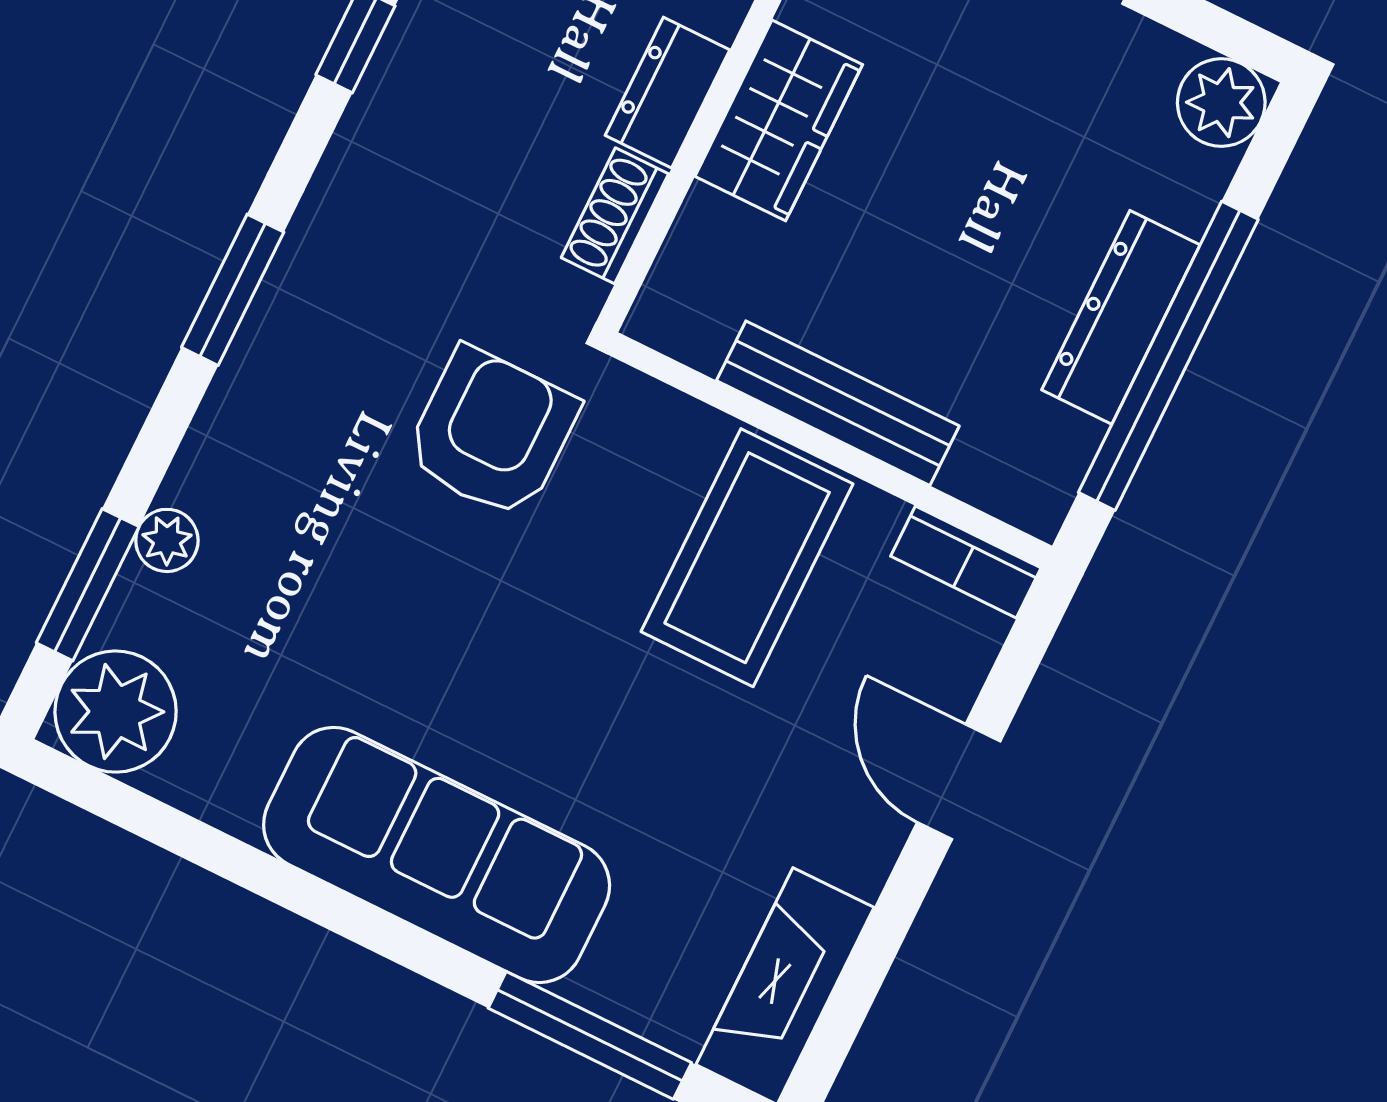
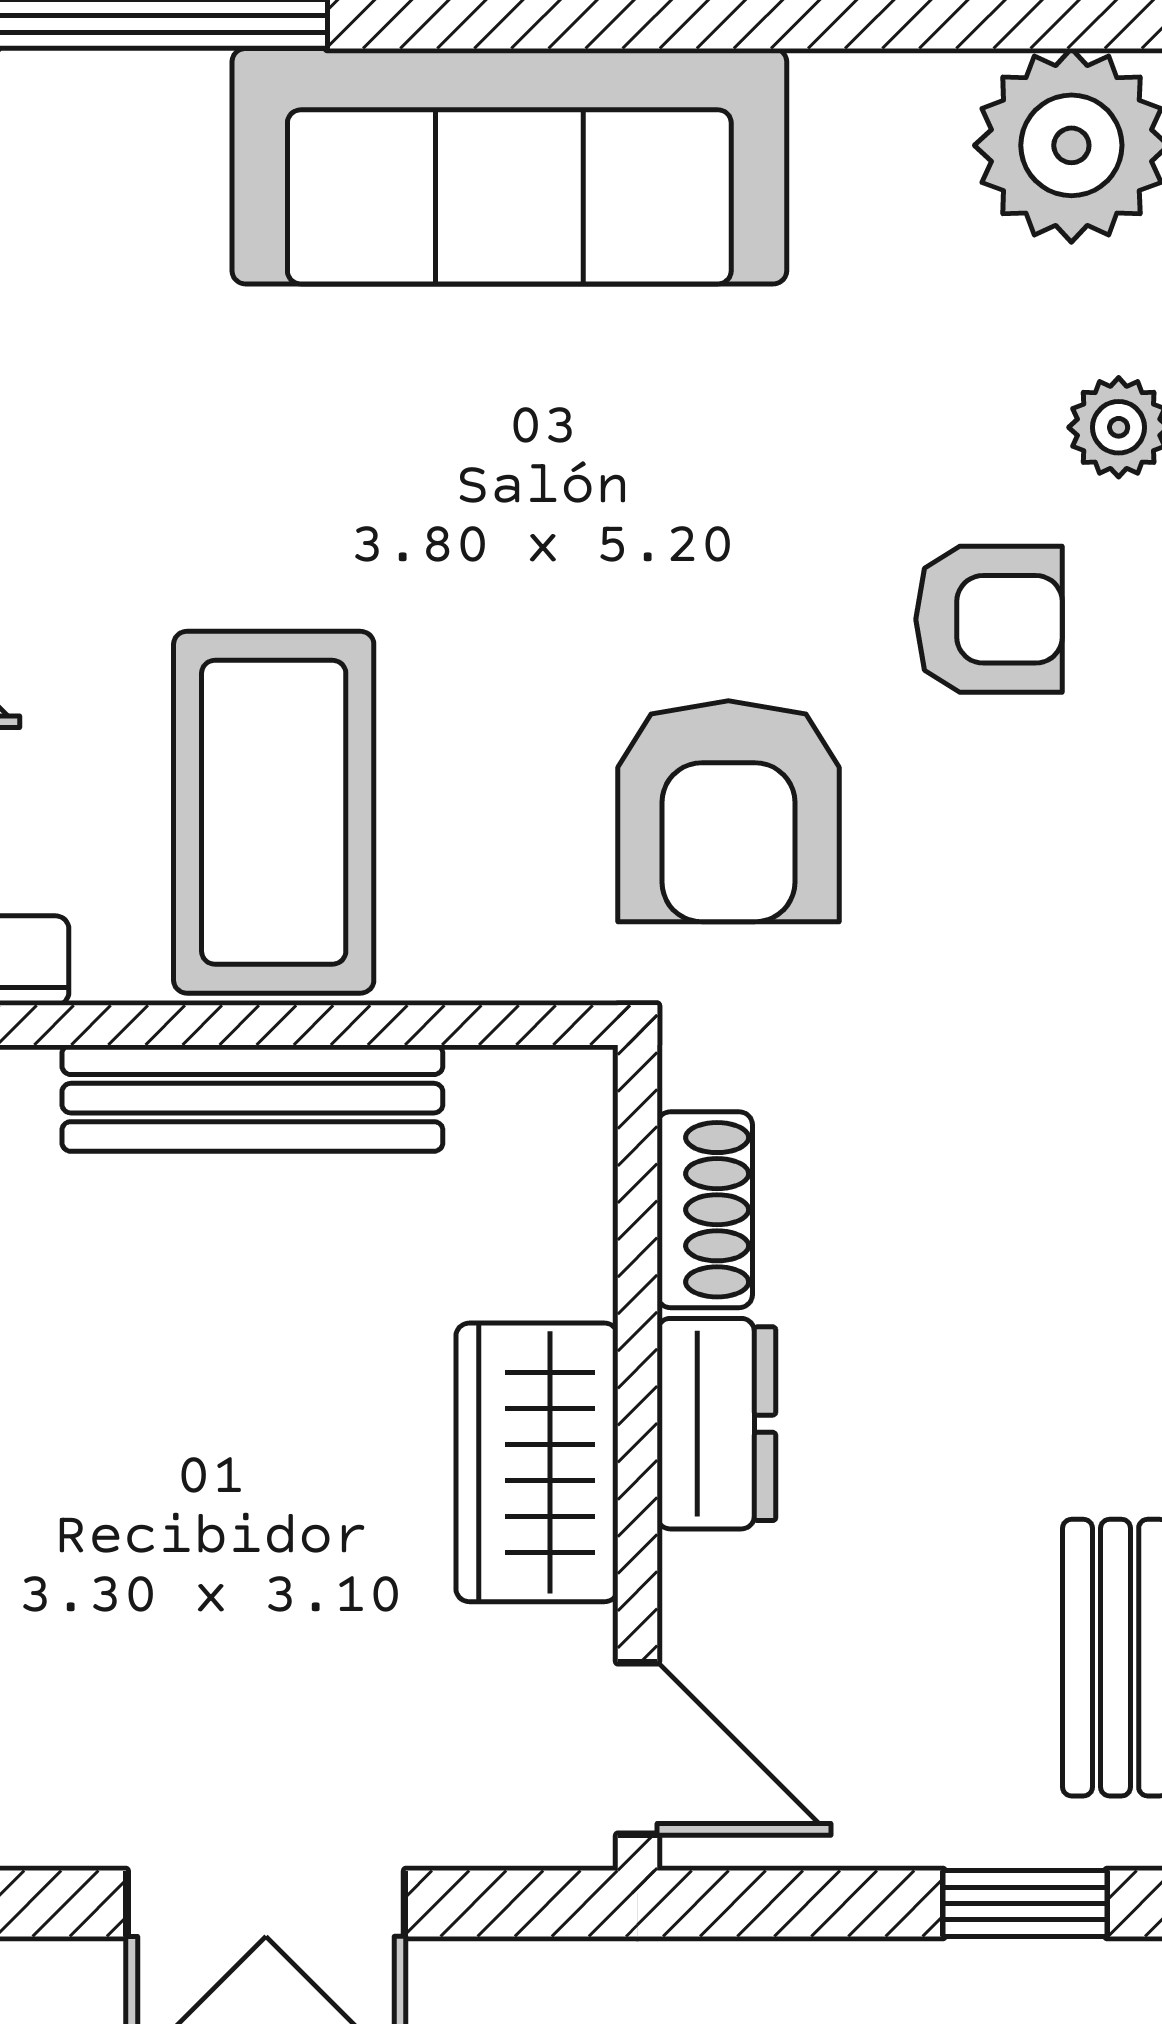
armchair: (293, 469) -> (989, 619), added

